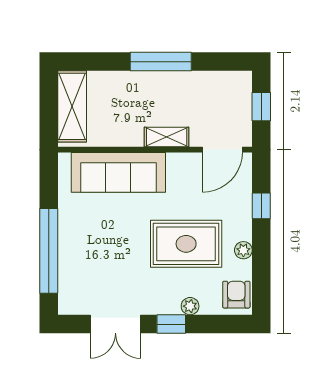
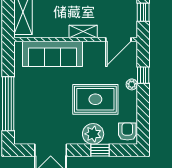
plant: (243, 250) -> (132, 84), moved
plant: (190, 306) -> (93, 134), width x1.87, depth x1.87
window: (171, 324) -> (100, 150), moved

